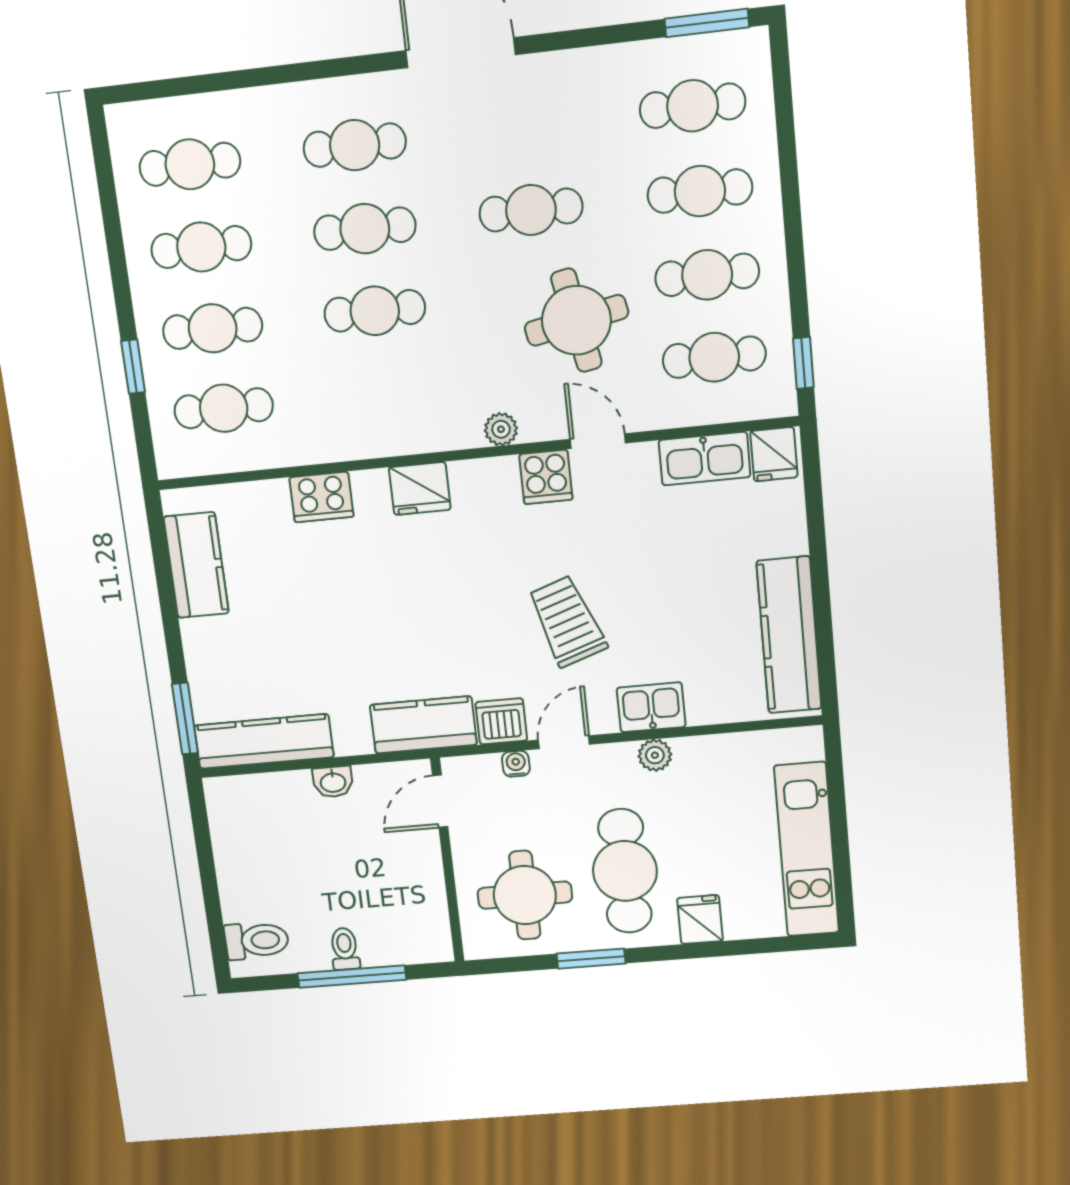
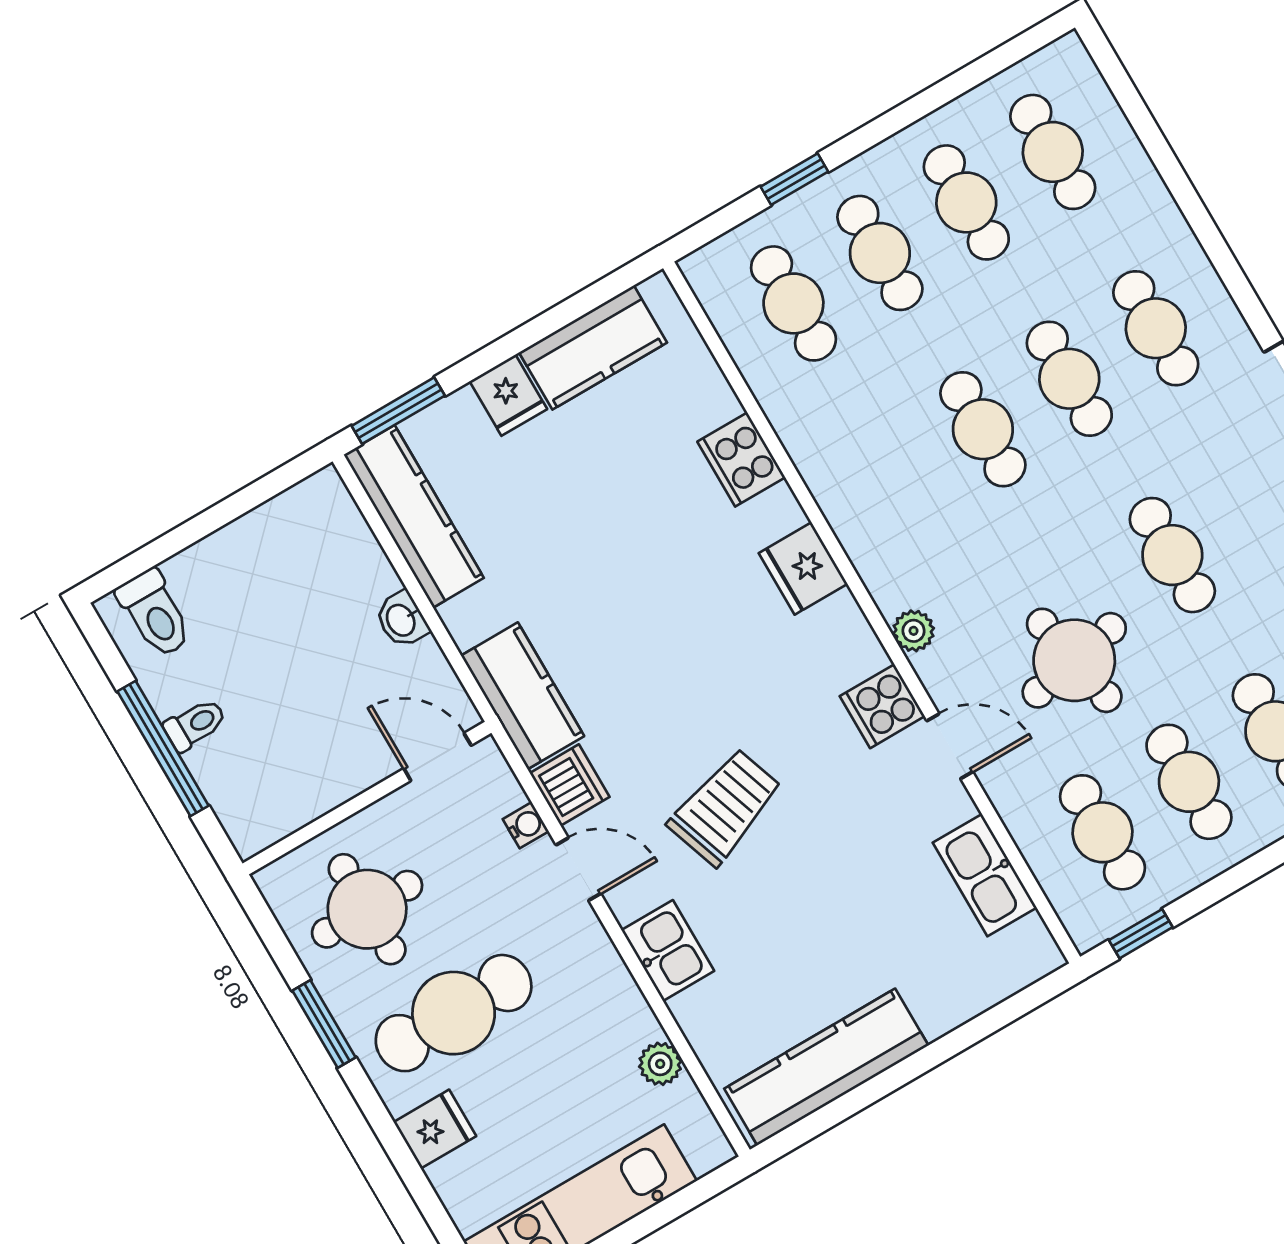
door: (598, 441) -> (950, 746), hinge flipped
fridge: (774, 454) -> (508, 395), moved, turned -90
plant: (655, 755) -> (660, 1064), moved

